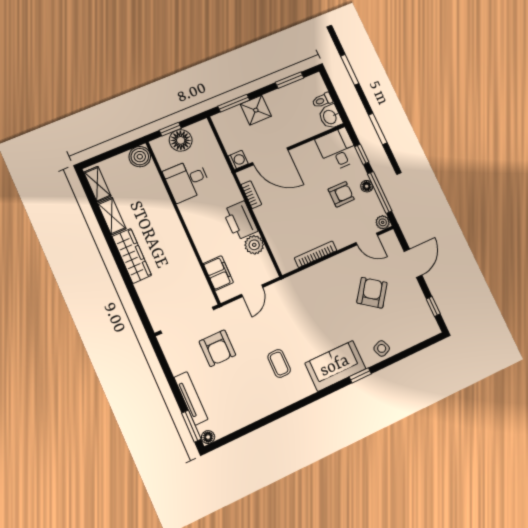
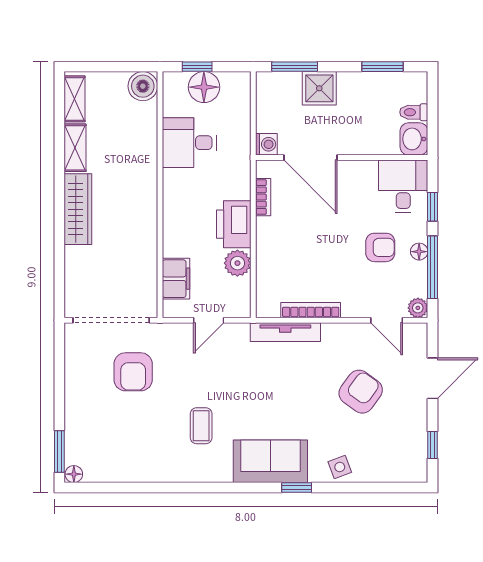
tv unit: (191, 398) -> (285, 332), moved, turned 90

